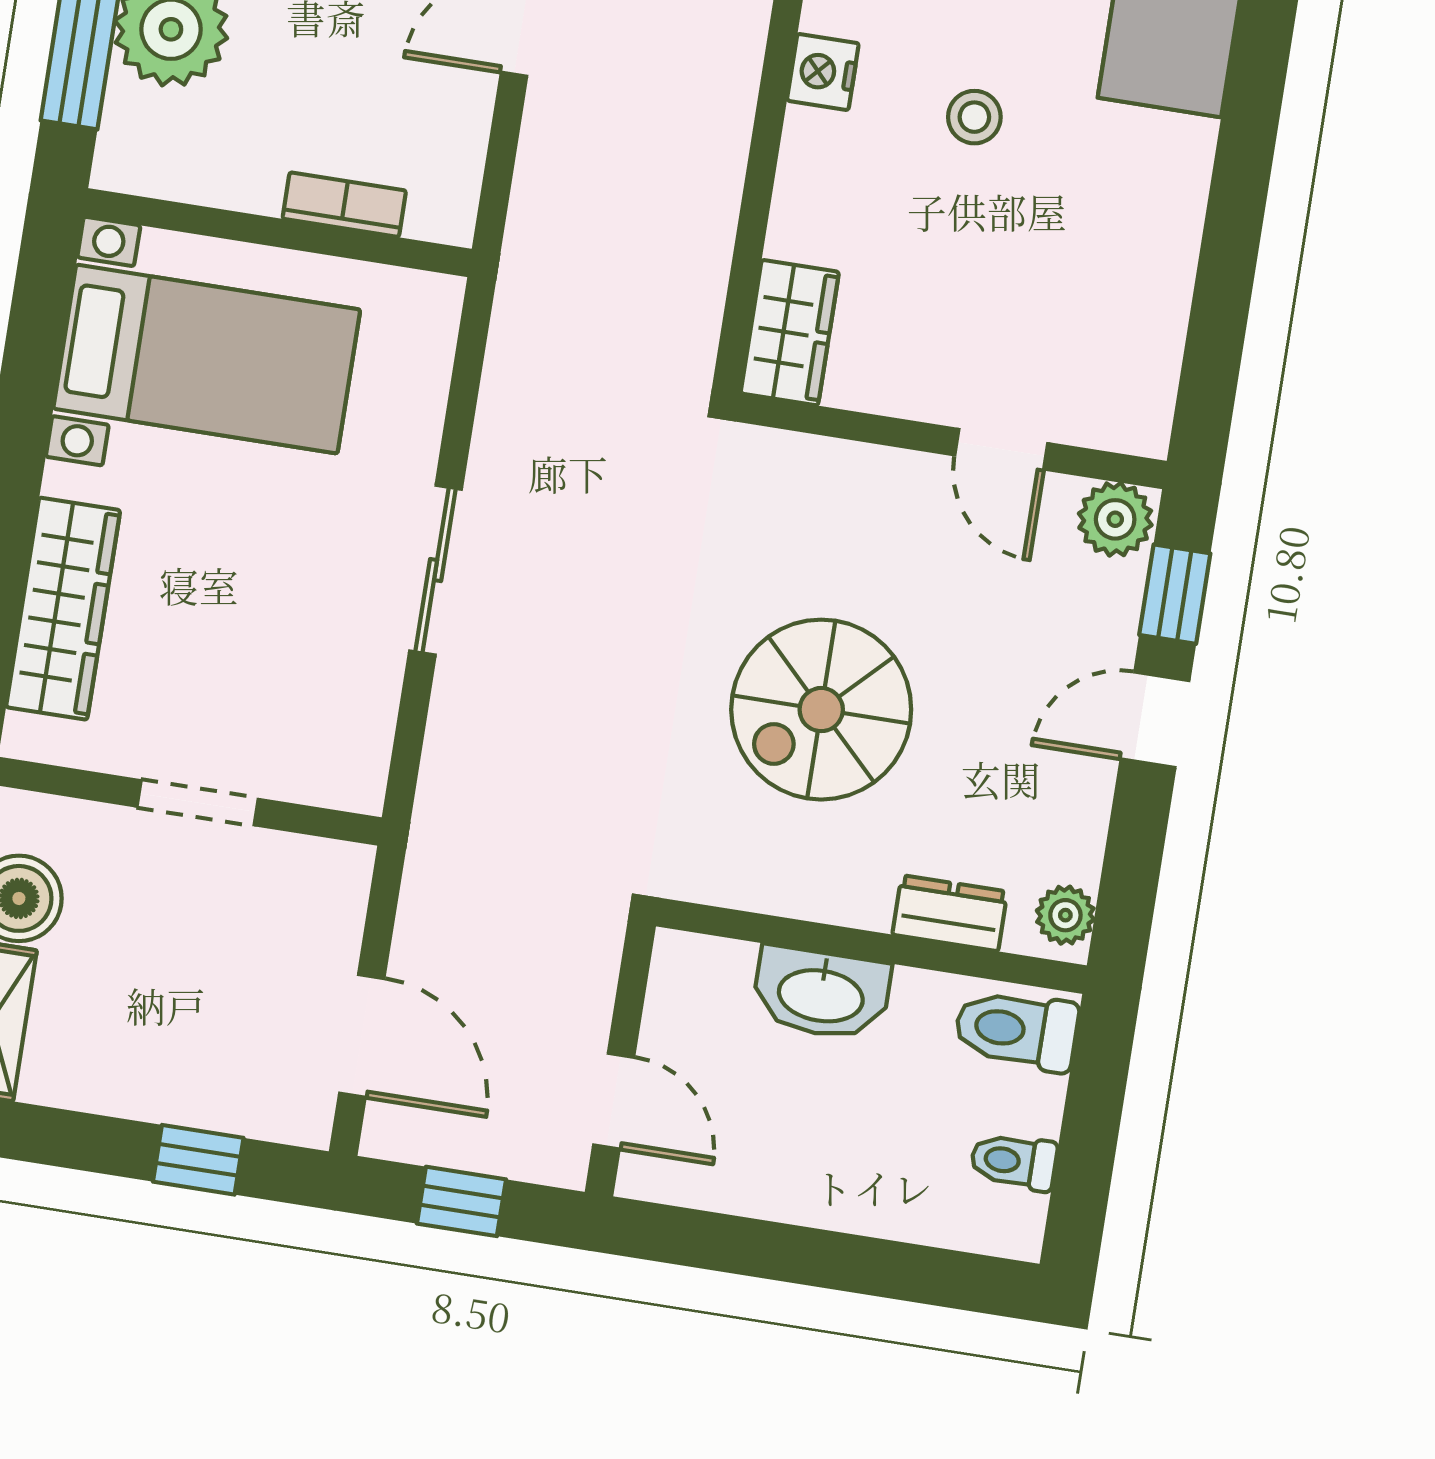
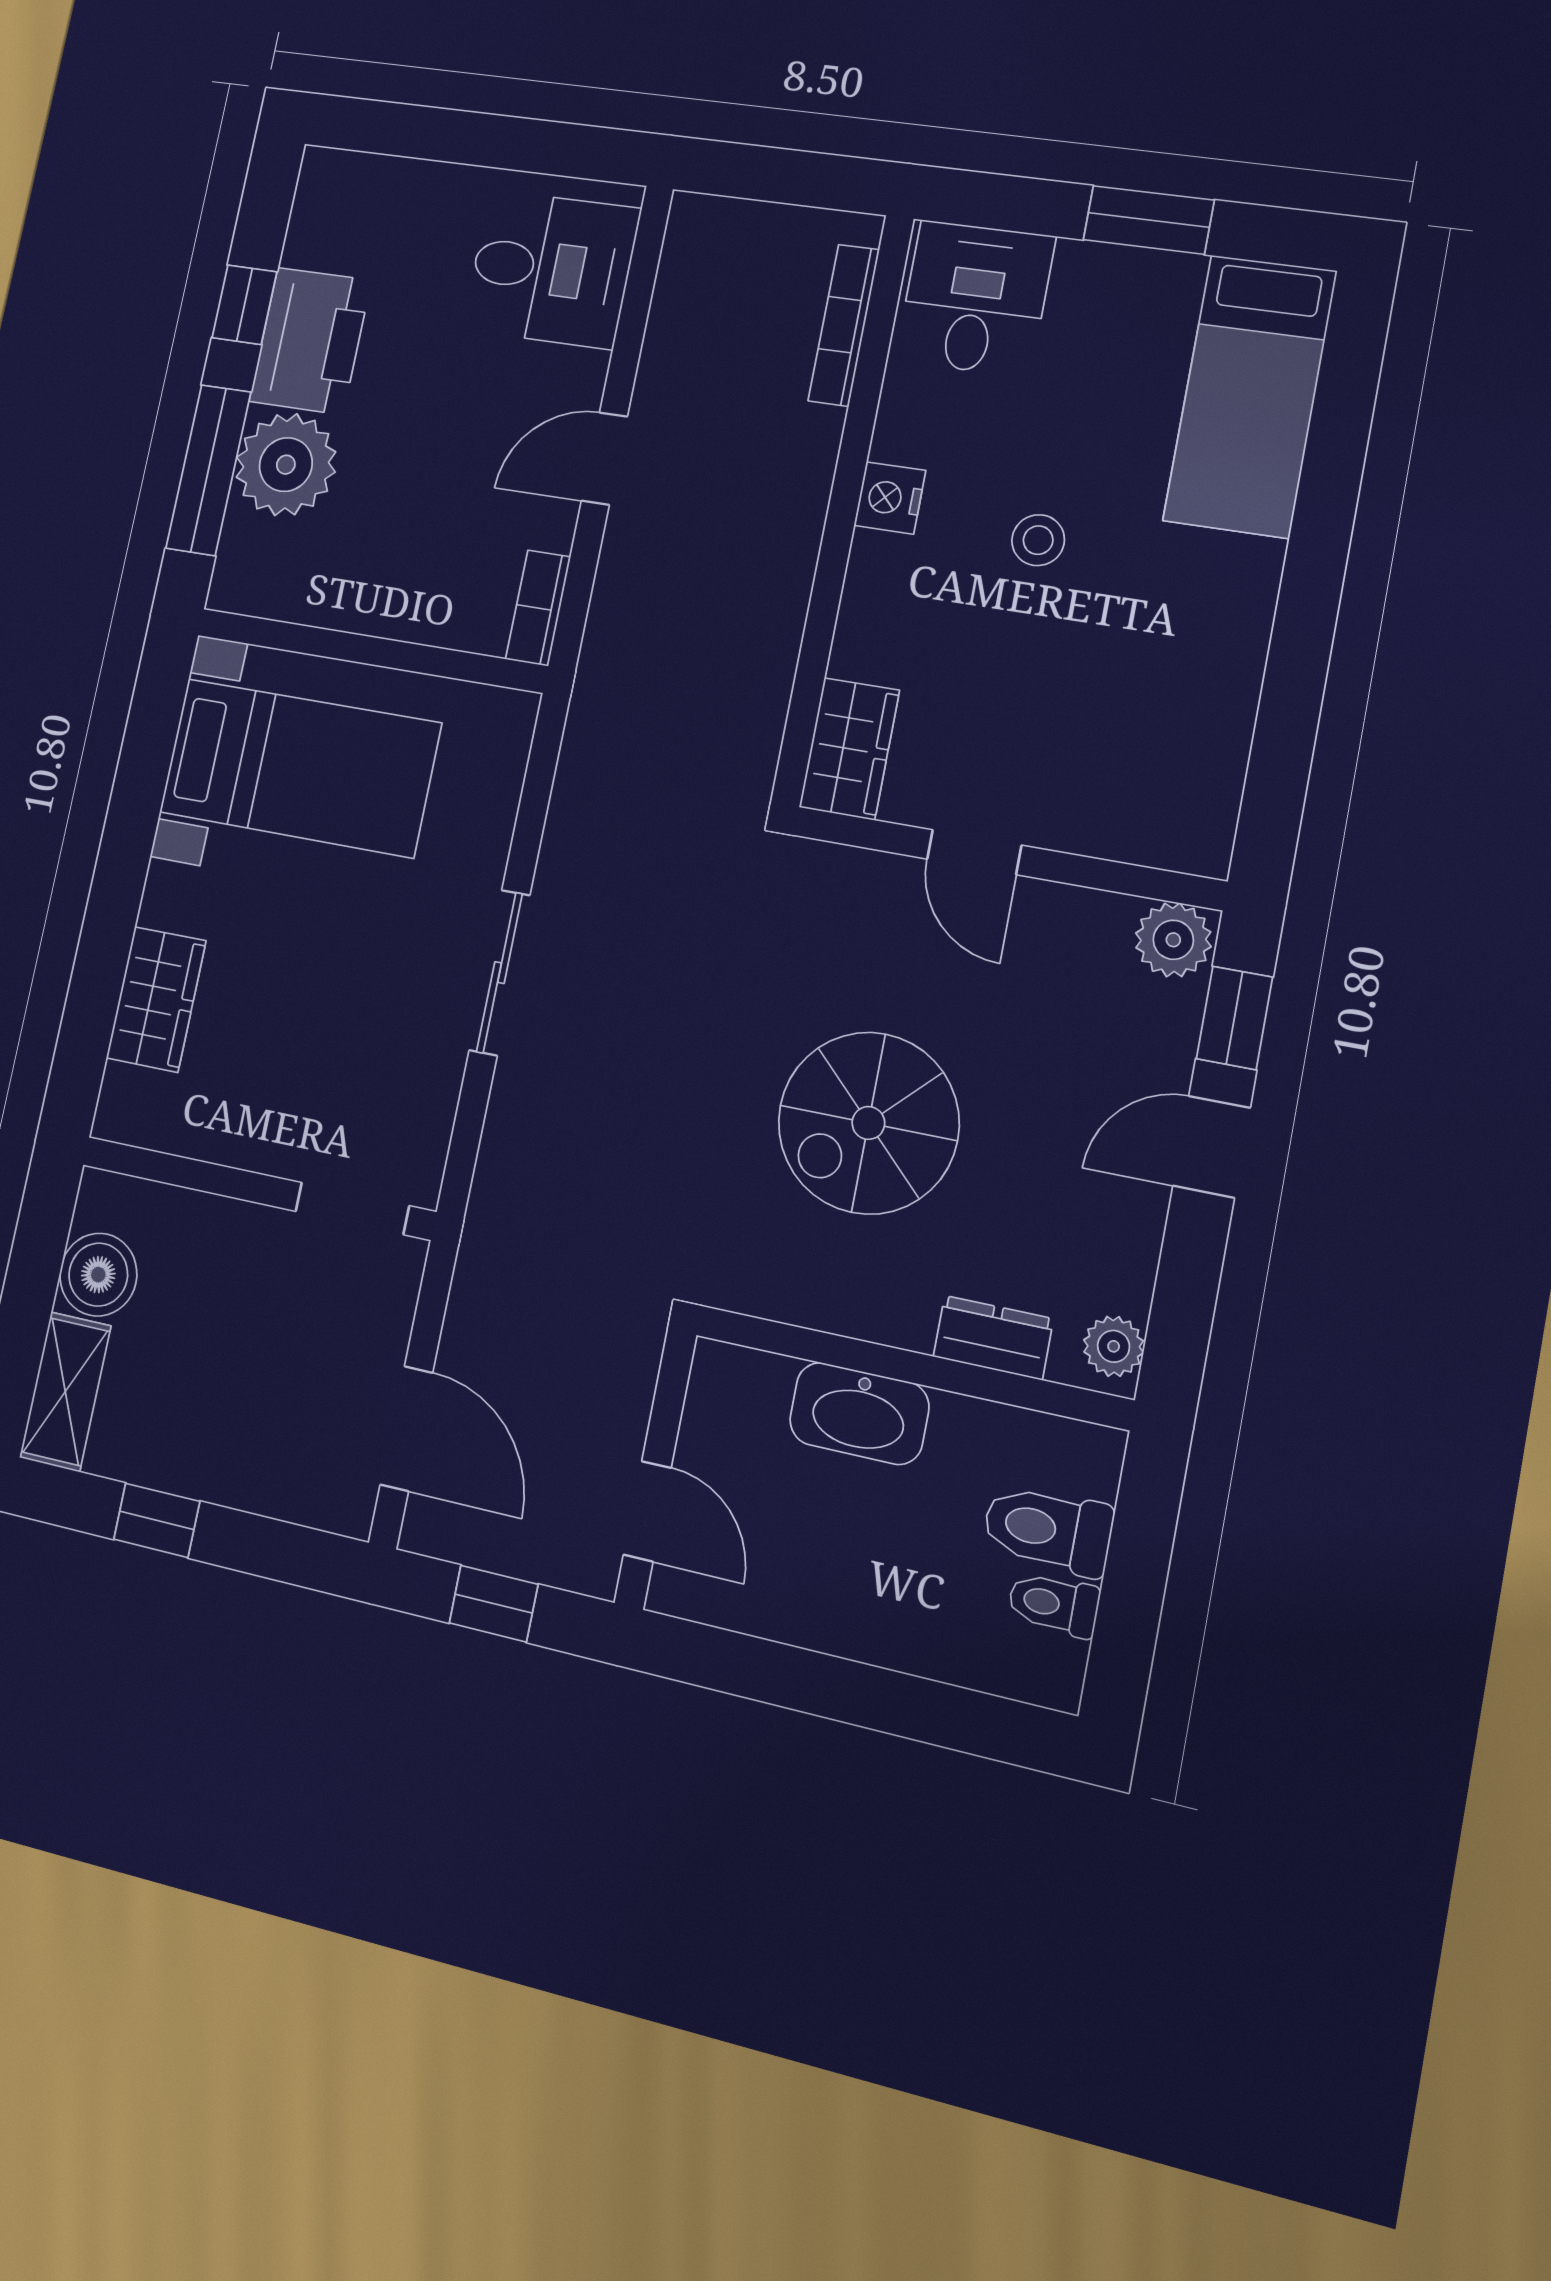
bookcase: (344, 205) -> (538, 608), moved, turned -90
door: (1001, 449) -> (974, 852), moved
wardrobe: (63, 609) -> (156, 999), width x0.67
doorway: (198, 803) -> (352, 1208), moved
toilet: (1016, 1030) -> (1048, 1530), moved
window: (198, 1160) -> (157, 1520), moved

